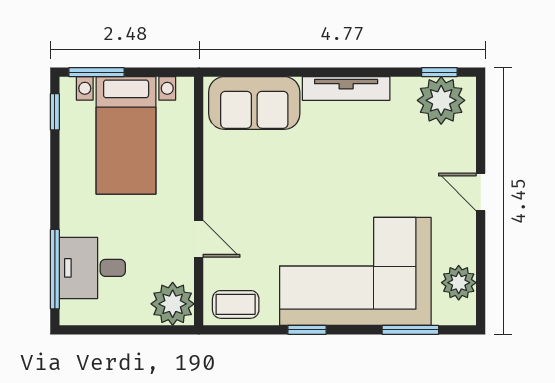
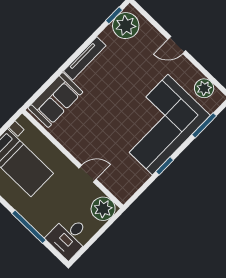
desk: (92, 268) -> (69, 237), moved
window: (55, 269) -> (29, 227), moved
coffee table: (236, 304) -> (127, 184), removed

